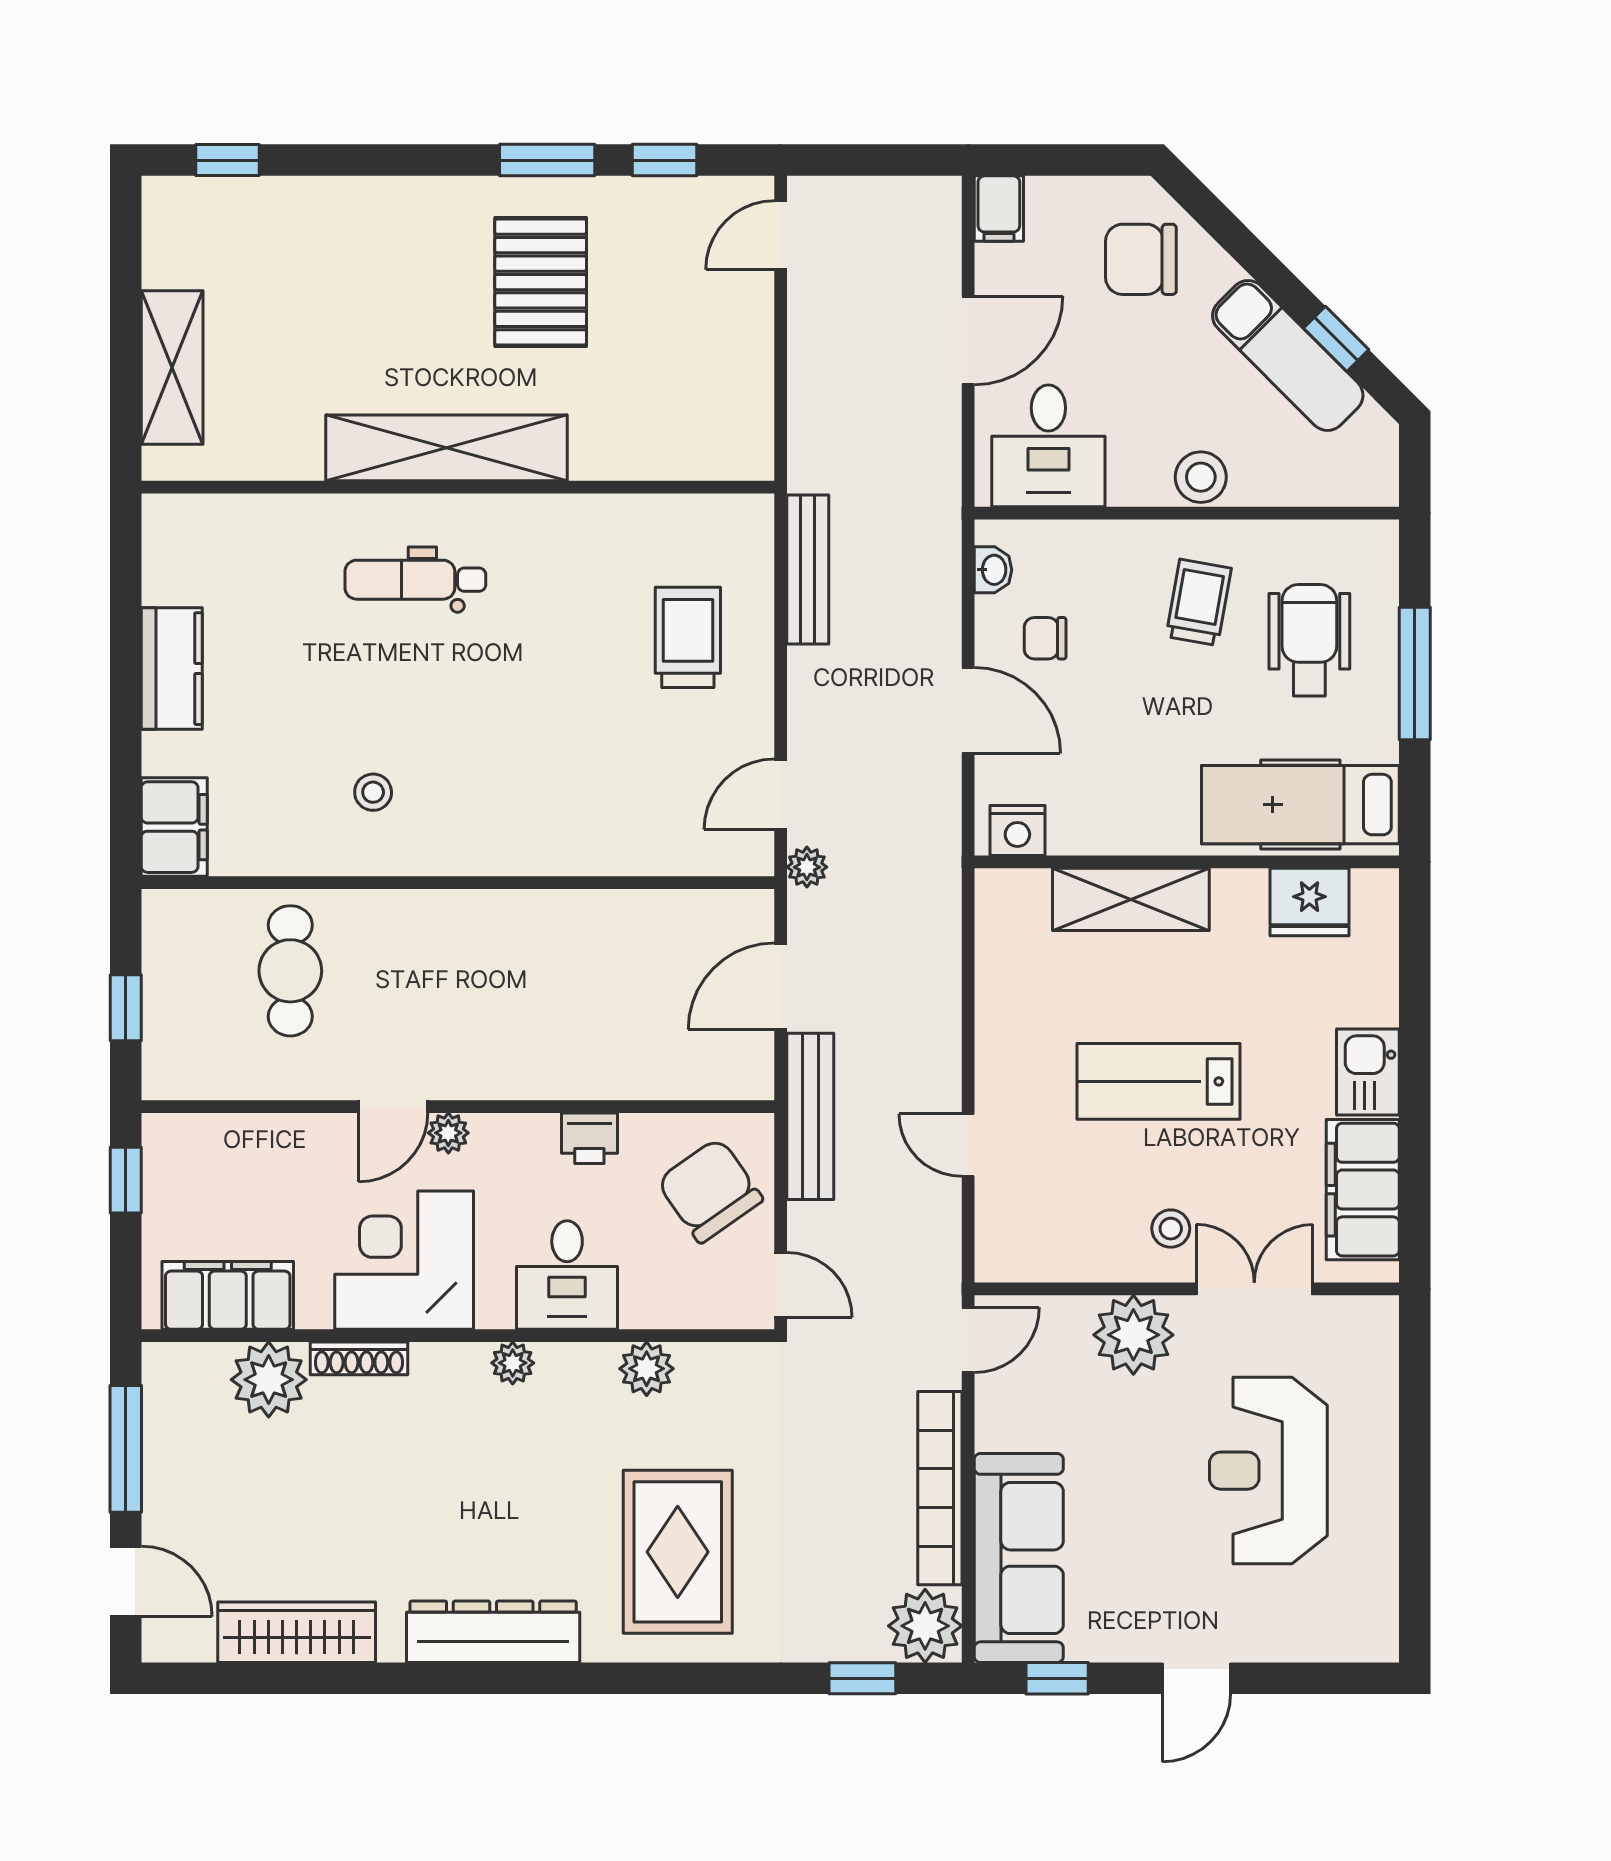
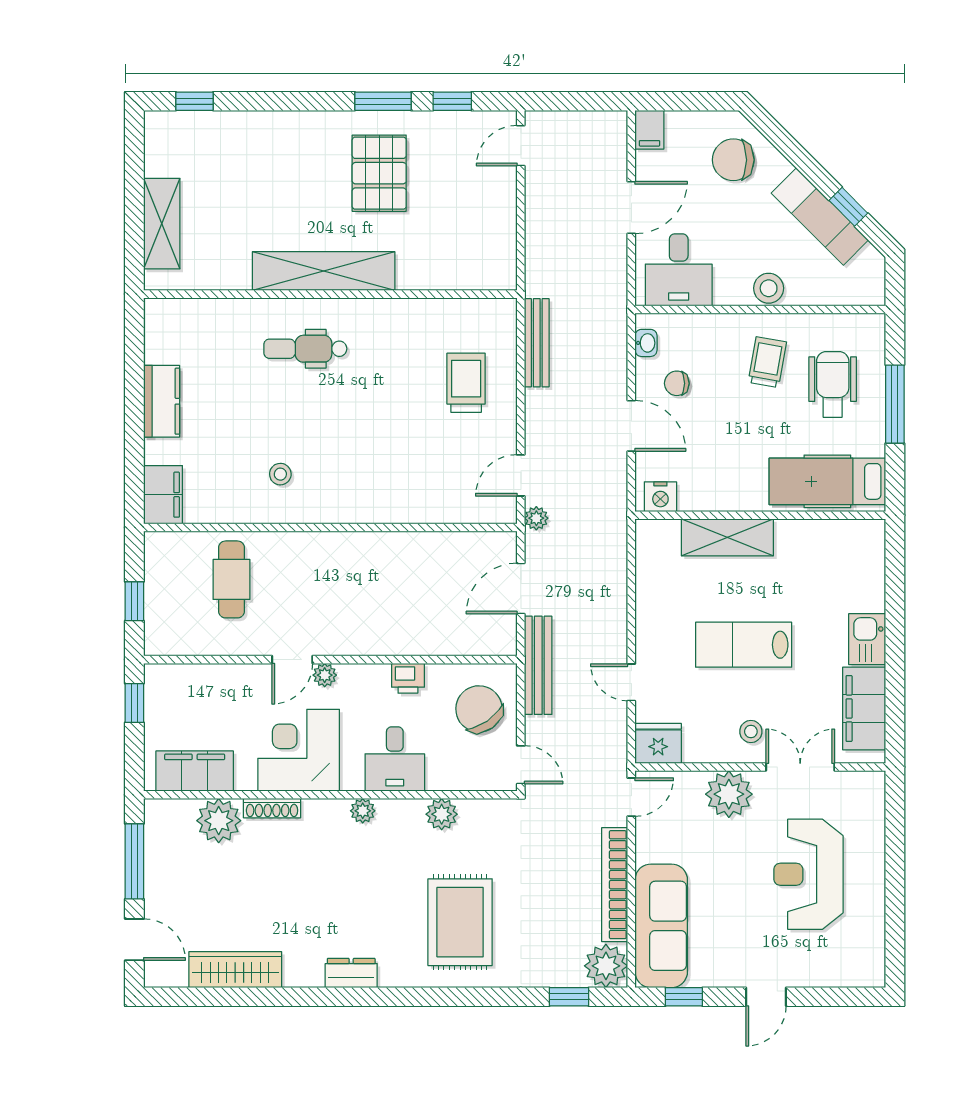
fridge: (1309, 902) -> (658, 743), moved, turned 180
dresser: (493, 1632) -> (351, 973), width x0.51, depth x0.80

